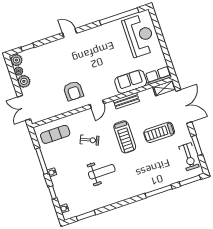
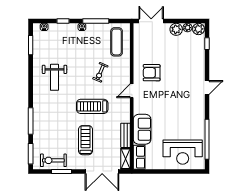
bench: (126, 101) -> (126, 135), moved
door: (97, 104) -> (132, 91), hinge flipped
weight bench: (102, 172) -> (54, 77), moved

